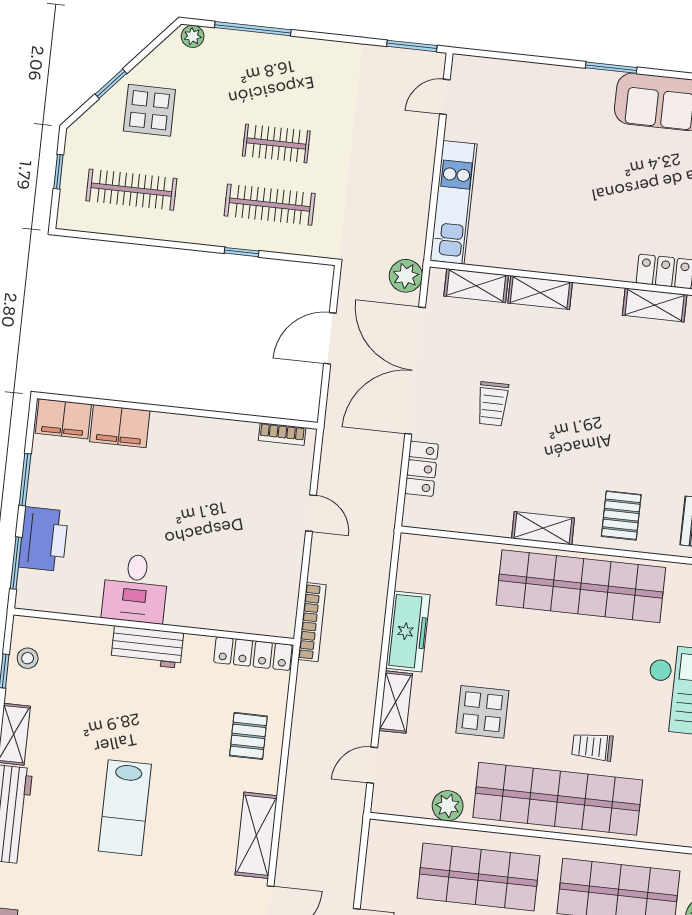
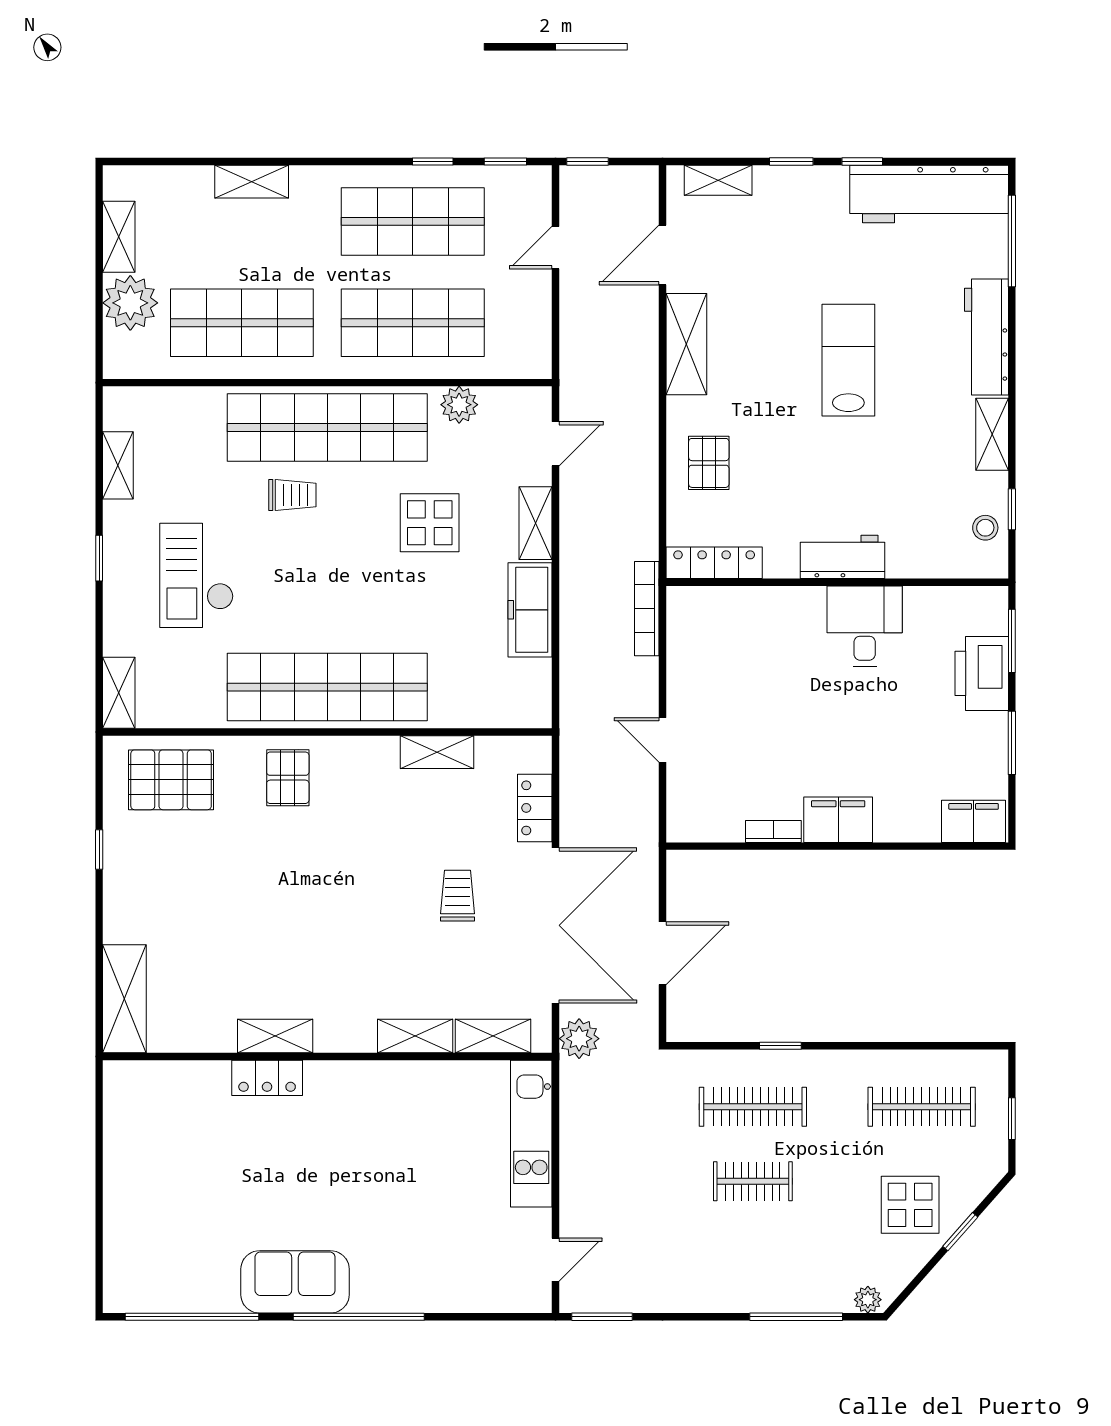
window: (611, 68) -> (359, 1317), width x2.11
filing cabinet: (120, 426) -> (838, 820), moved
bookcase: (282, 434) -> (773, 831), moved
shelving: (543, 528) -> (437, 752), moved

